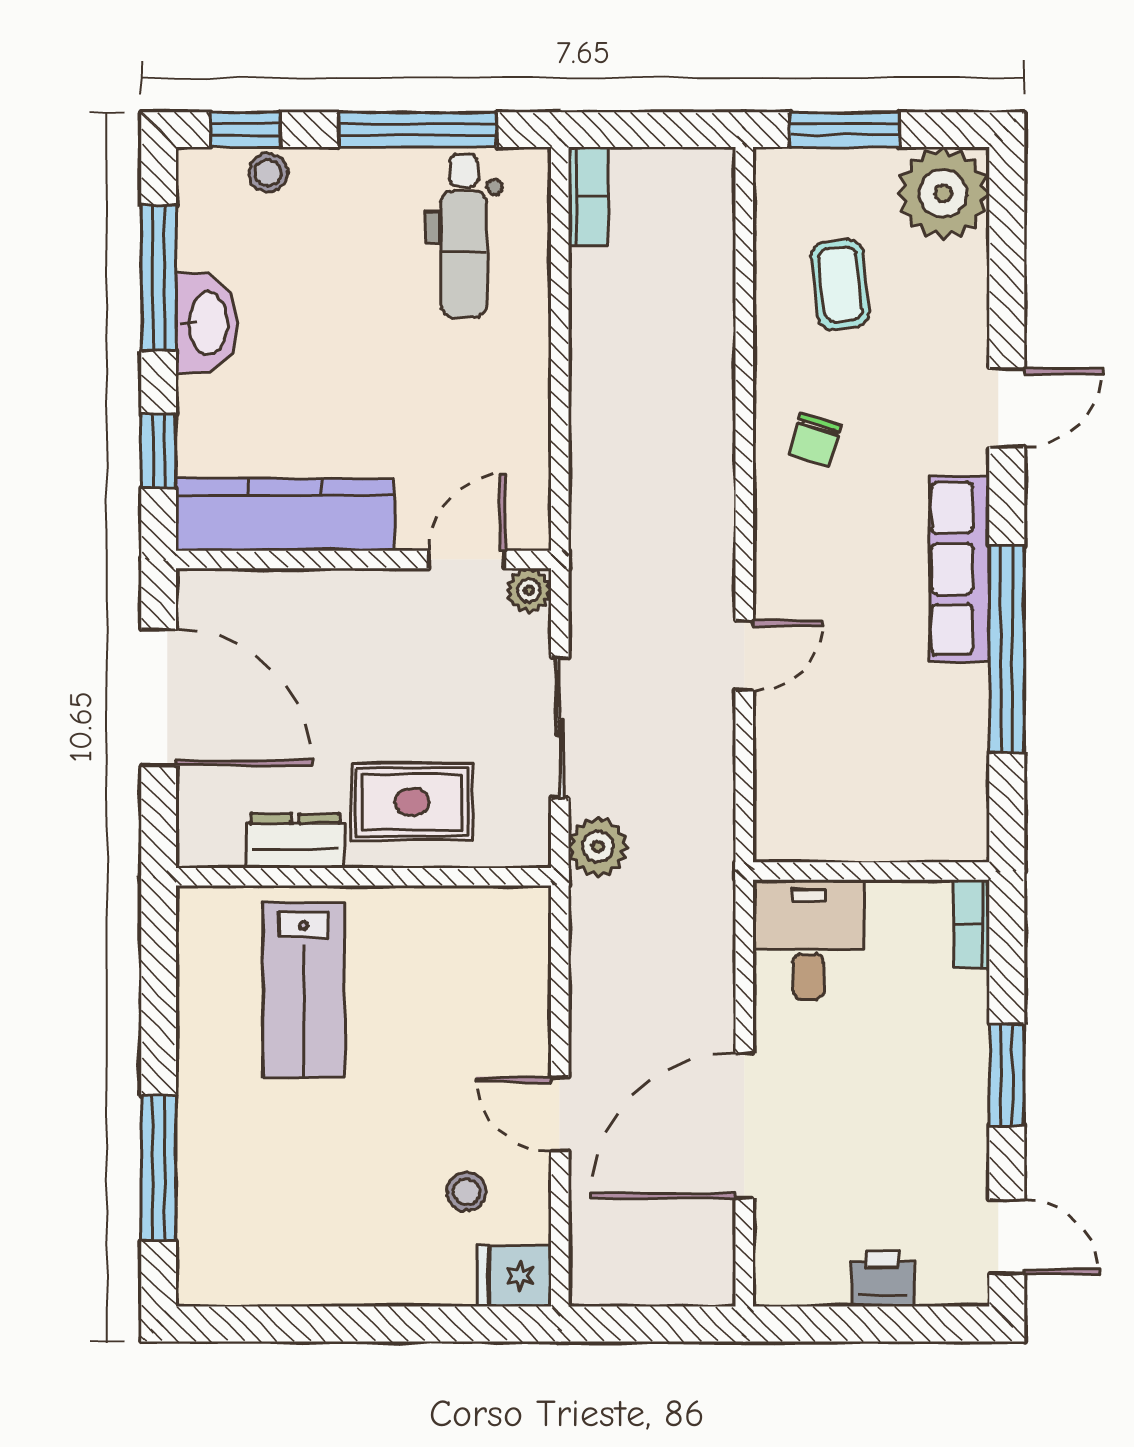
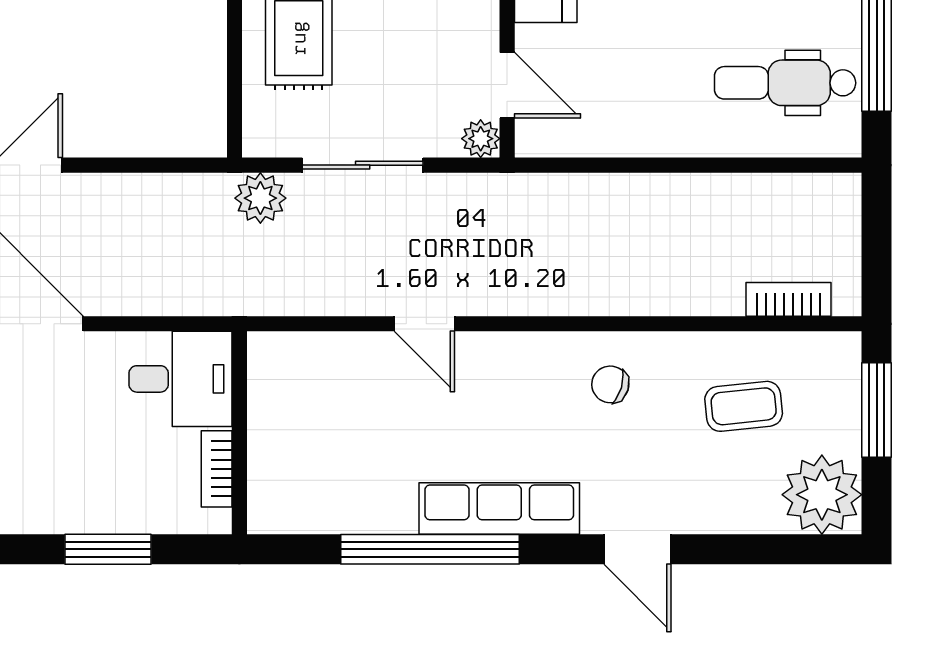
bookcase: (588, 196) -> (788, 299), moved, turned 180
bookcase: (972, 924) -> (217, 469), moved, turned -90
window: (1007, 1075) -> (108, 549), moved

